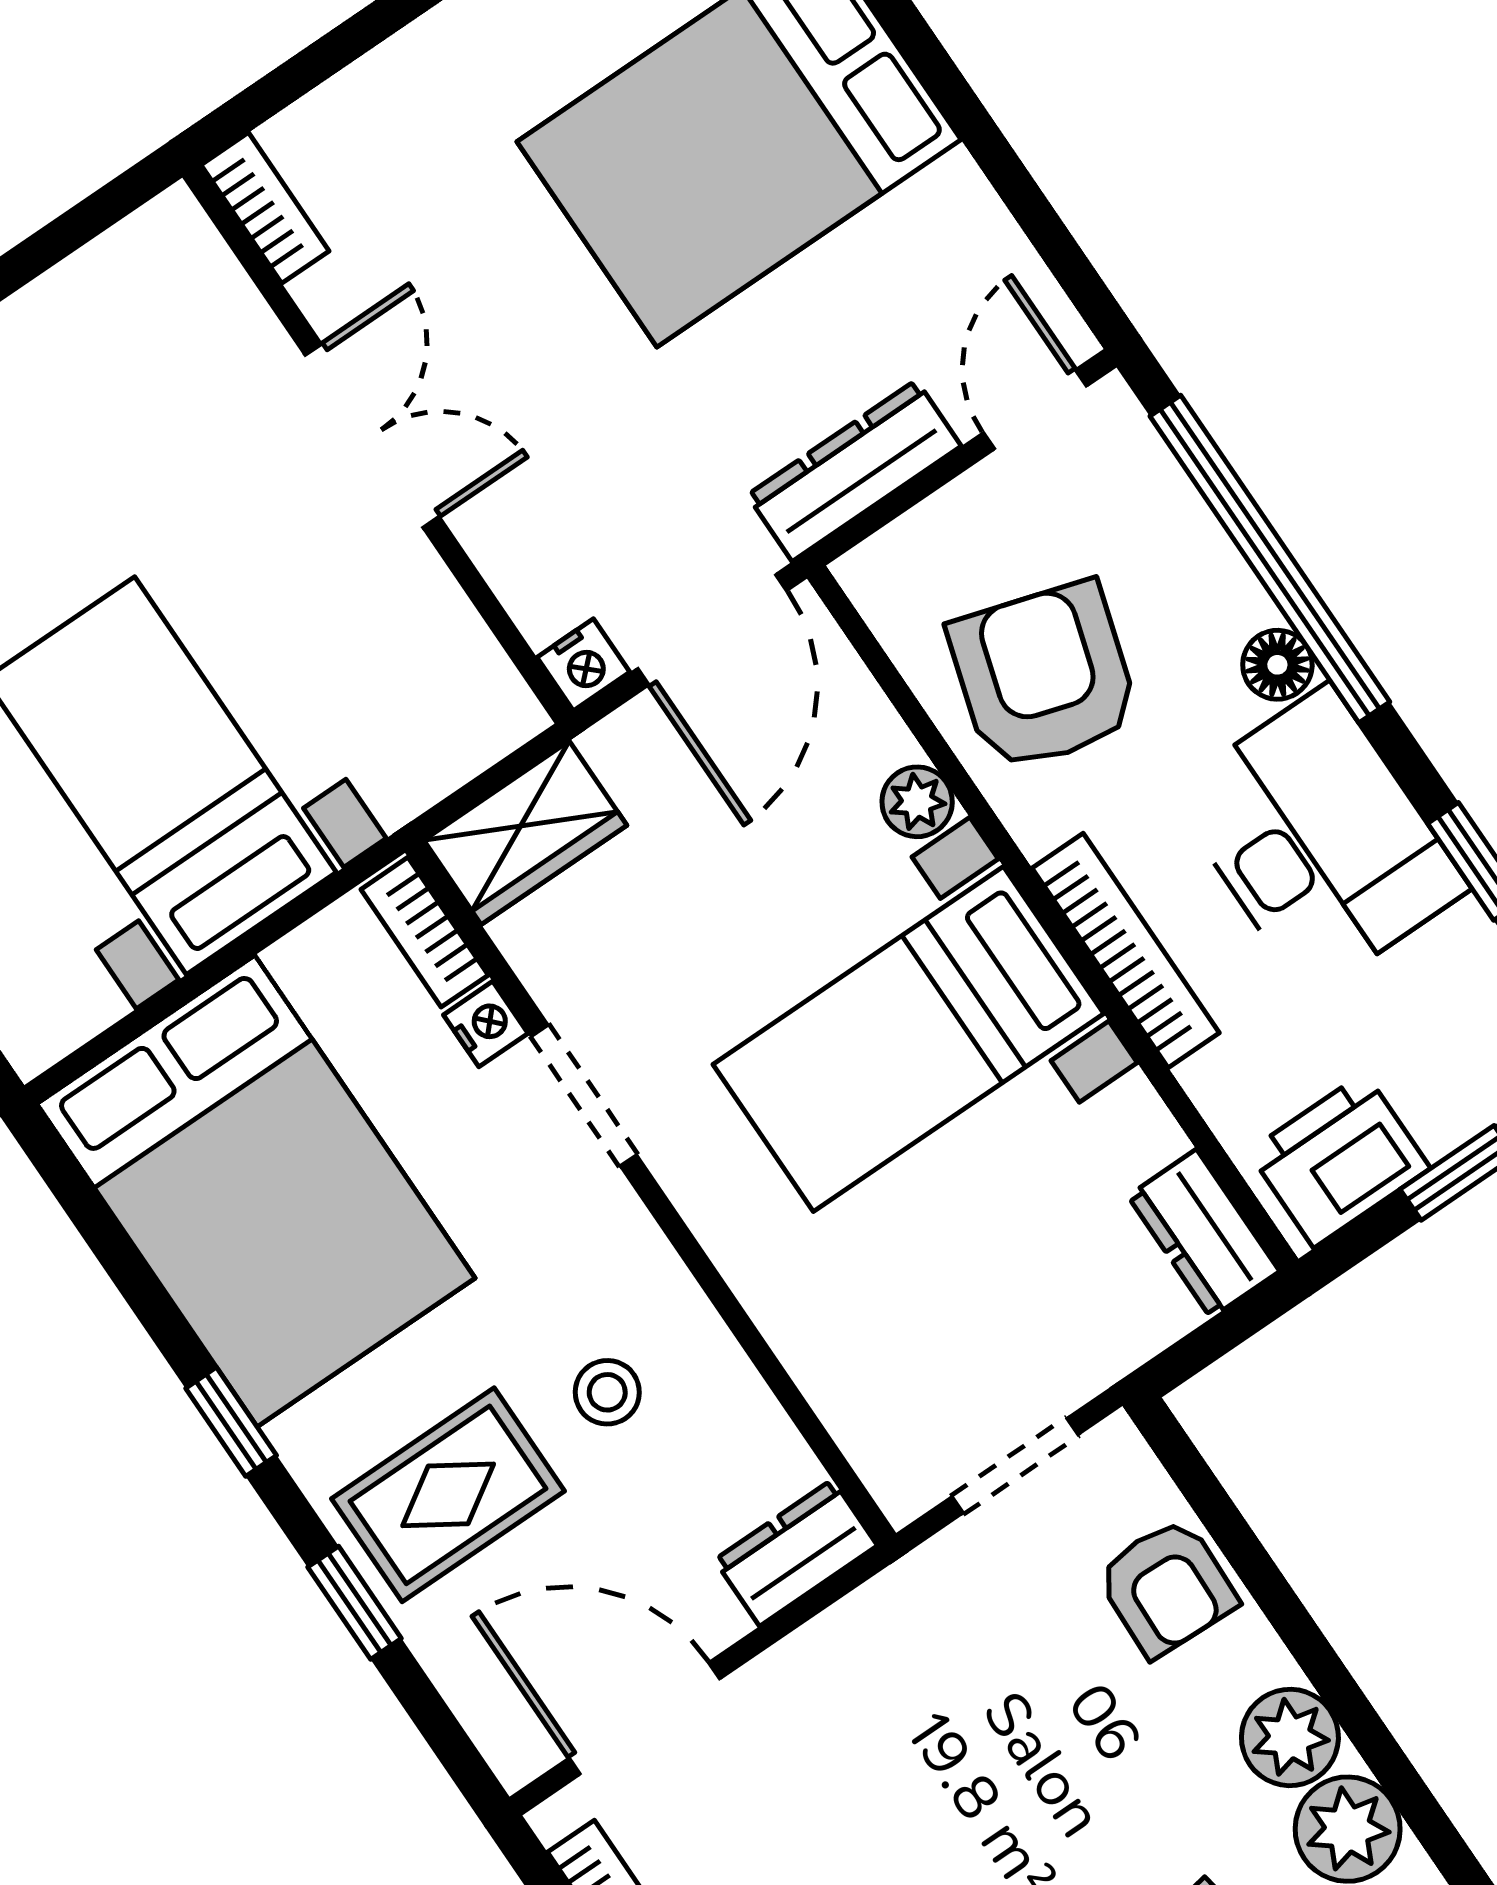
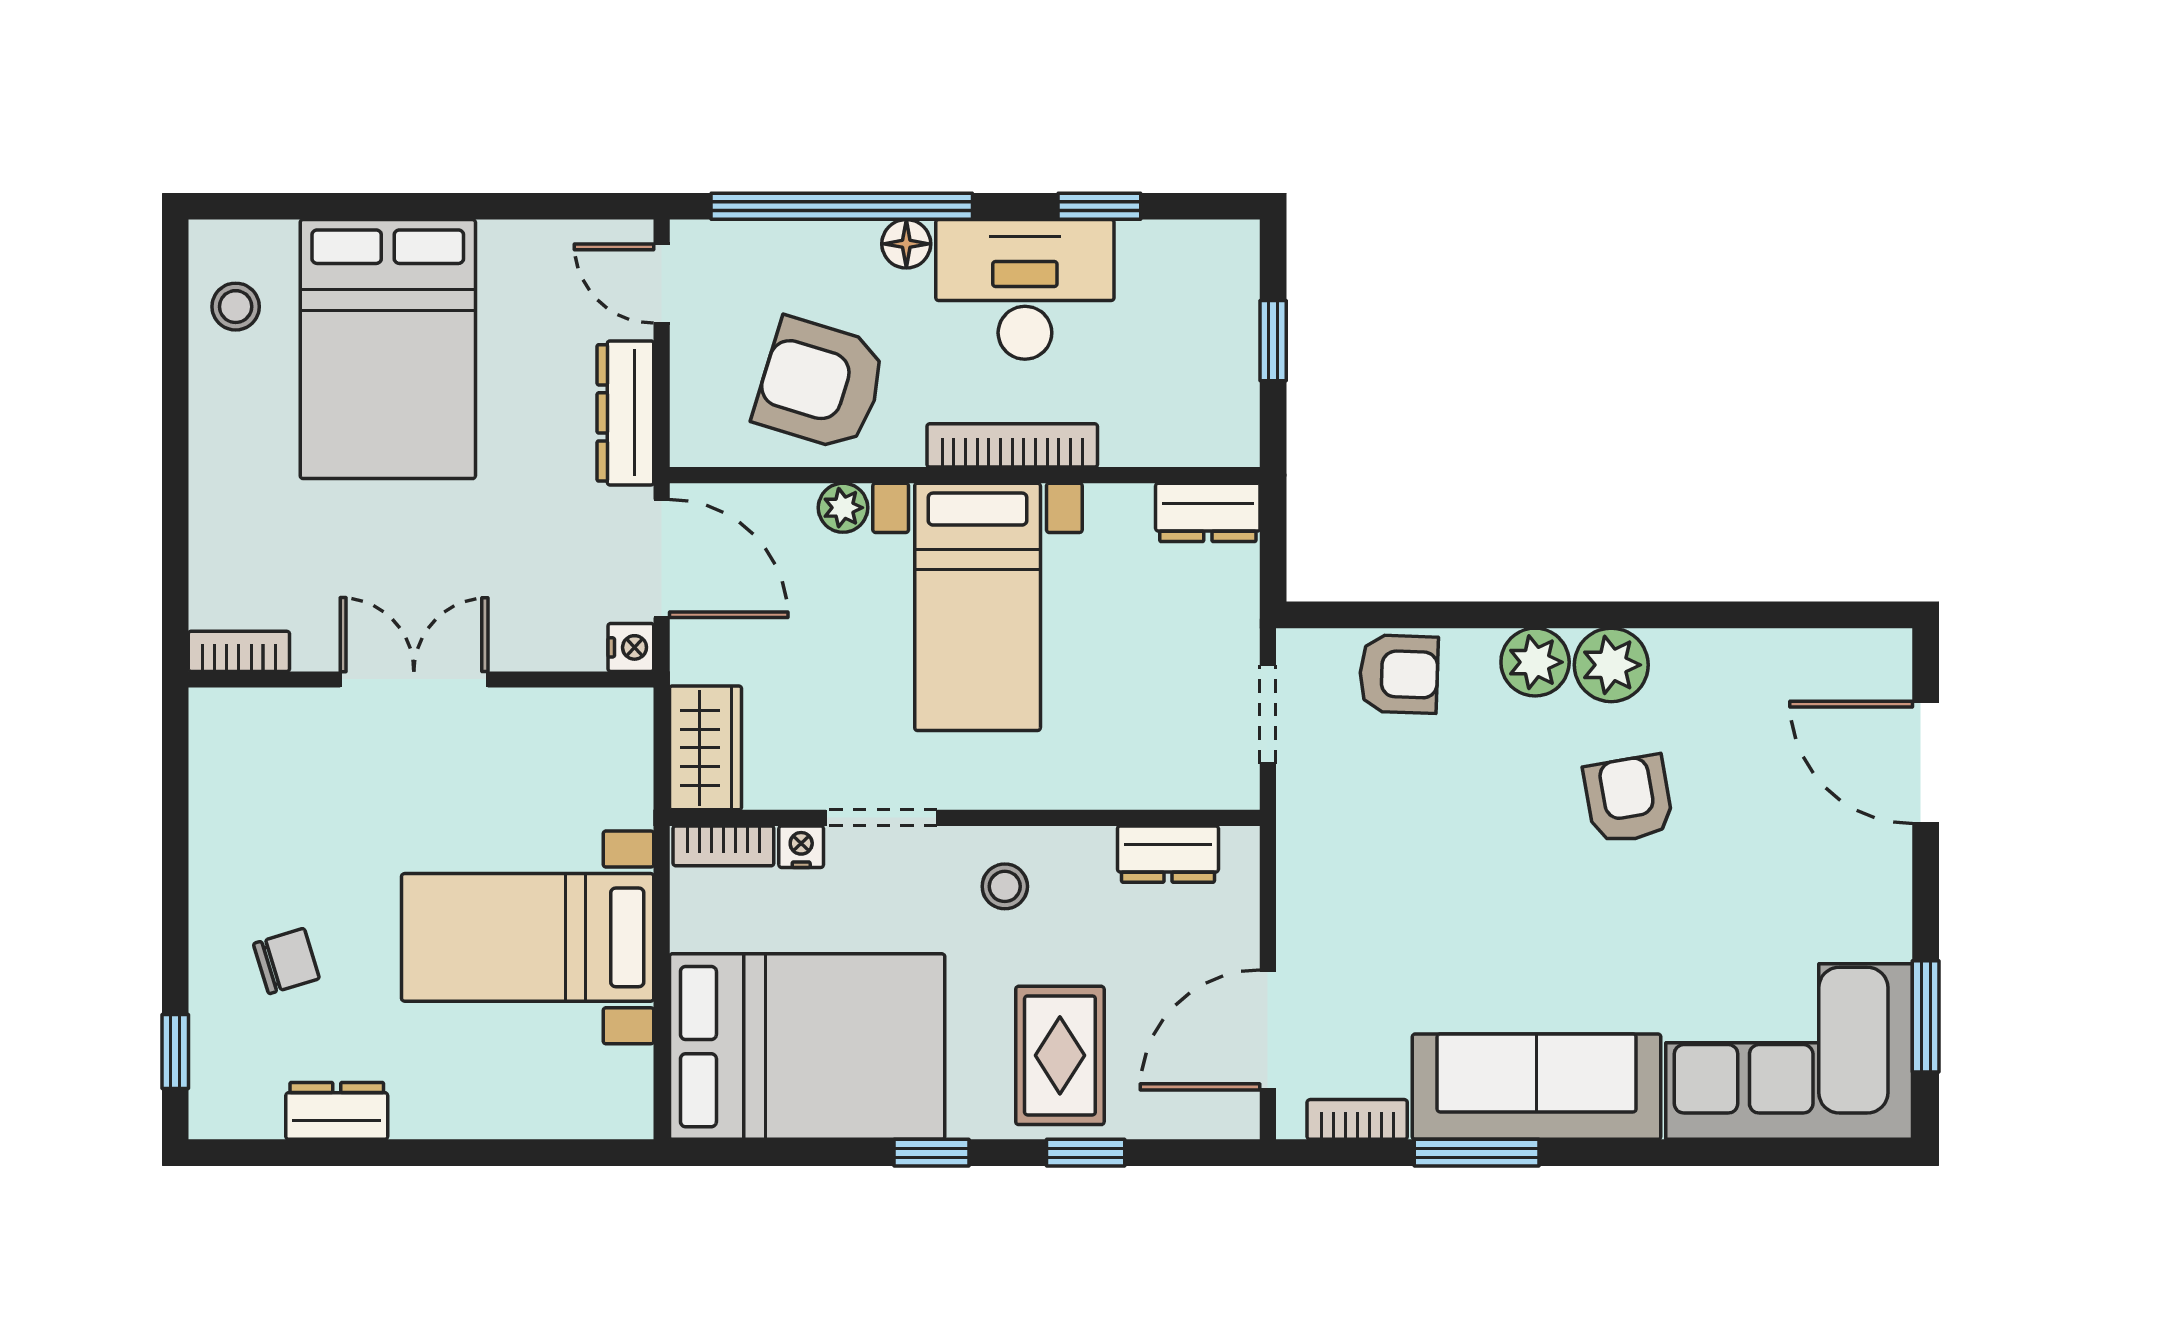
printer: (1339, 1160) -> (1219, 404), removed
stool: (607, 1392) -> (1005, 886), moved
dresser: (796, 1553) -> (1168, 854), moved, turned -90

